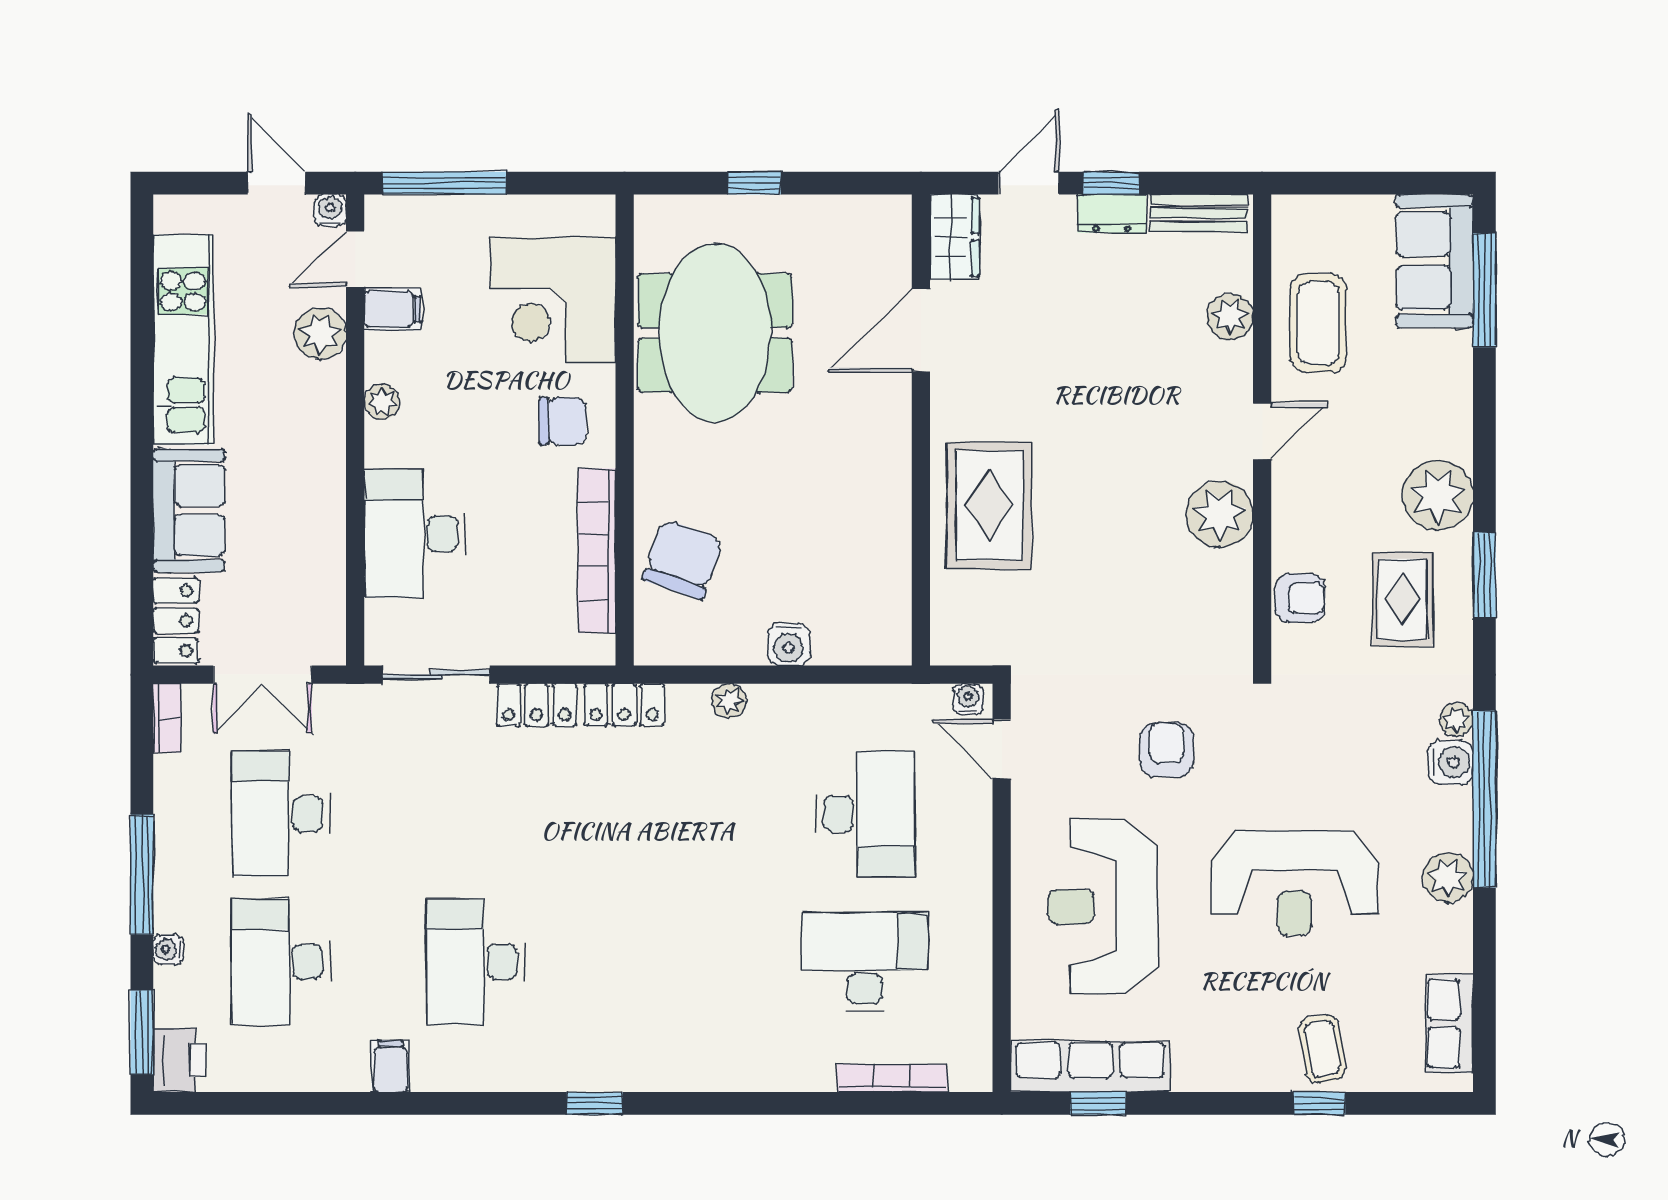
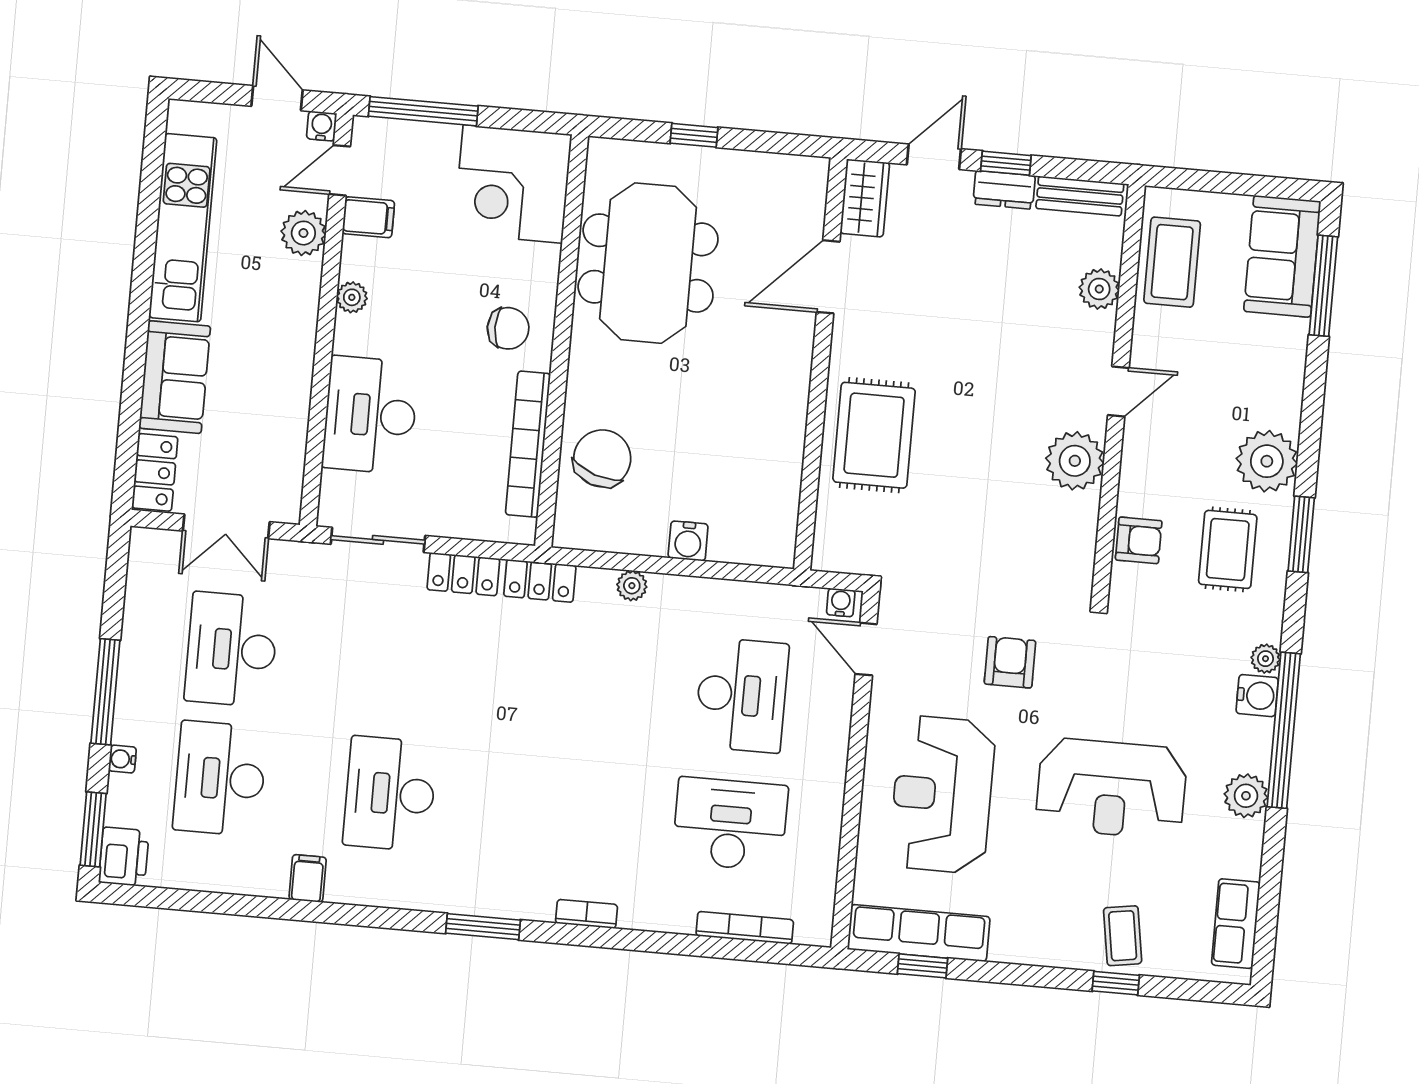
corner desk: (553, 300) -> (513, 184), moved
coffee table: (1318, 323) -> (1172, 262), moved
bookcase: (167, 718) -> (587, 914), moved, turned -90
window: (595, 1103) -> (483, 927), width x1.50

